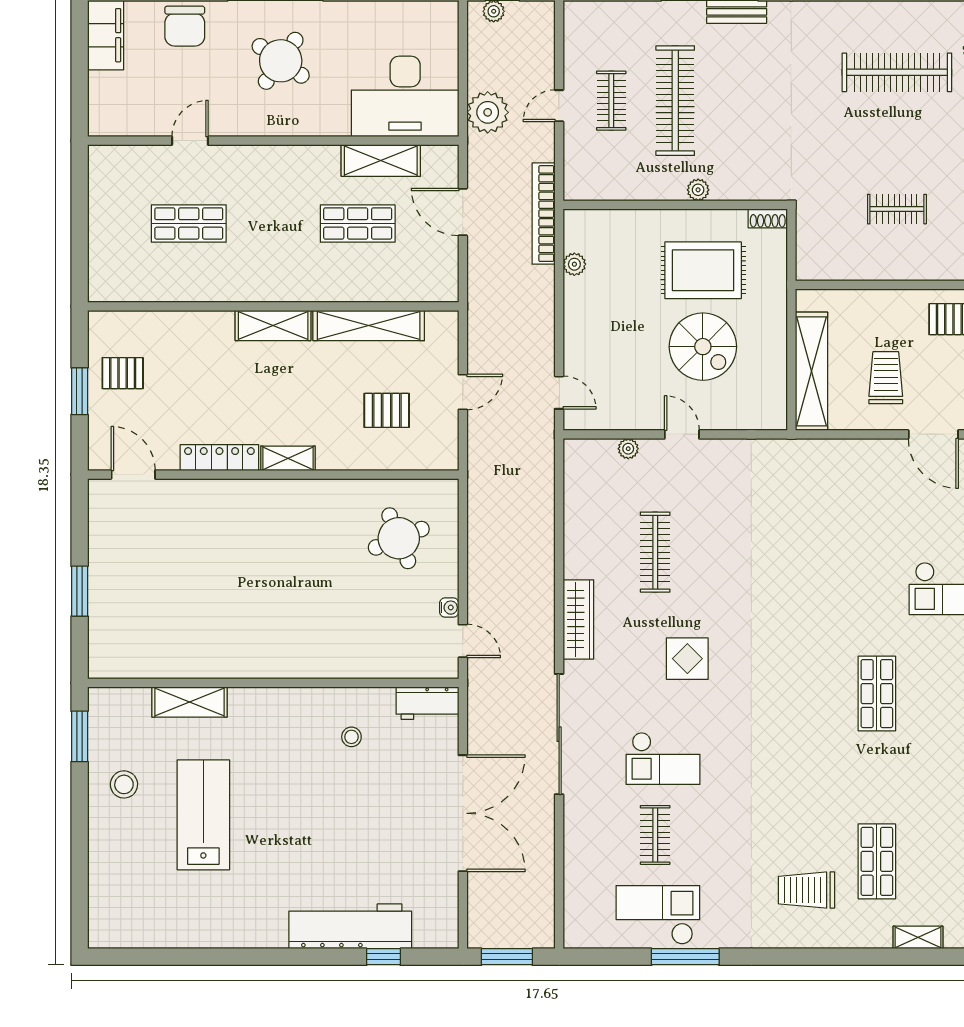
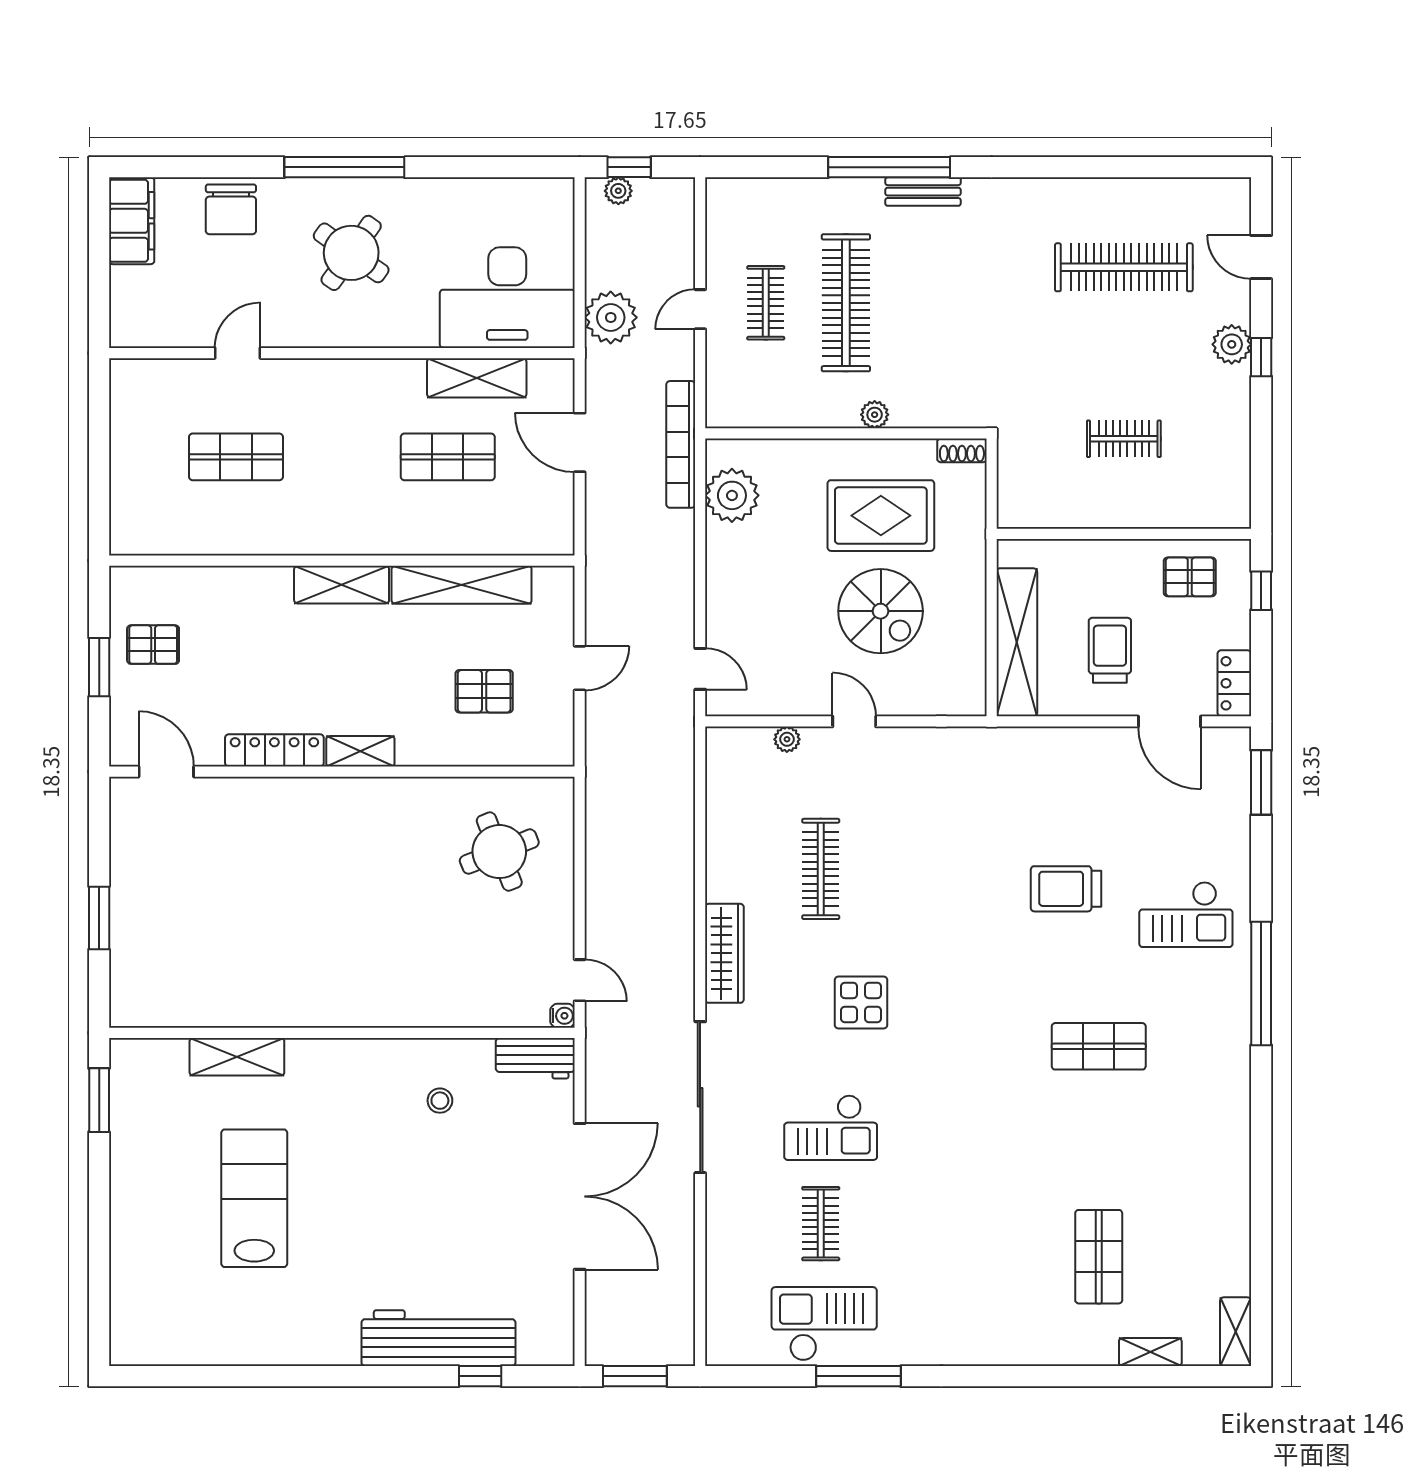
plant: (574, 264) -> (732, 495), width x1.87, depth x1.87
water cooler: (449, 608) -> (562, 1016), moved
shop shelf: (877, 694) -> (1099, 1046), turned 90
stool: (124, 784) -> (155, 1160), removed
trolley: (807, 890) -> (1066, 889), moved

